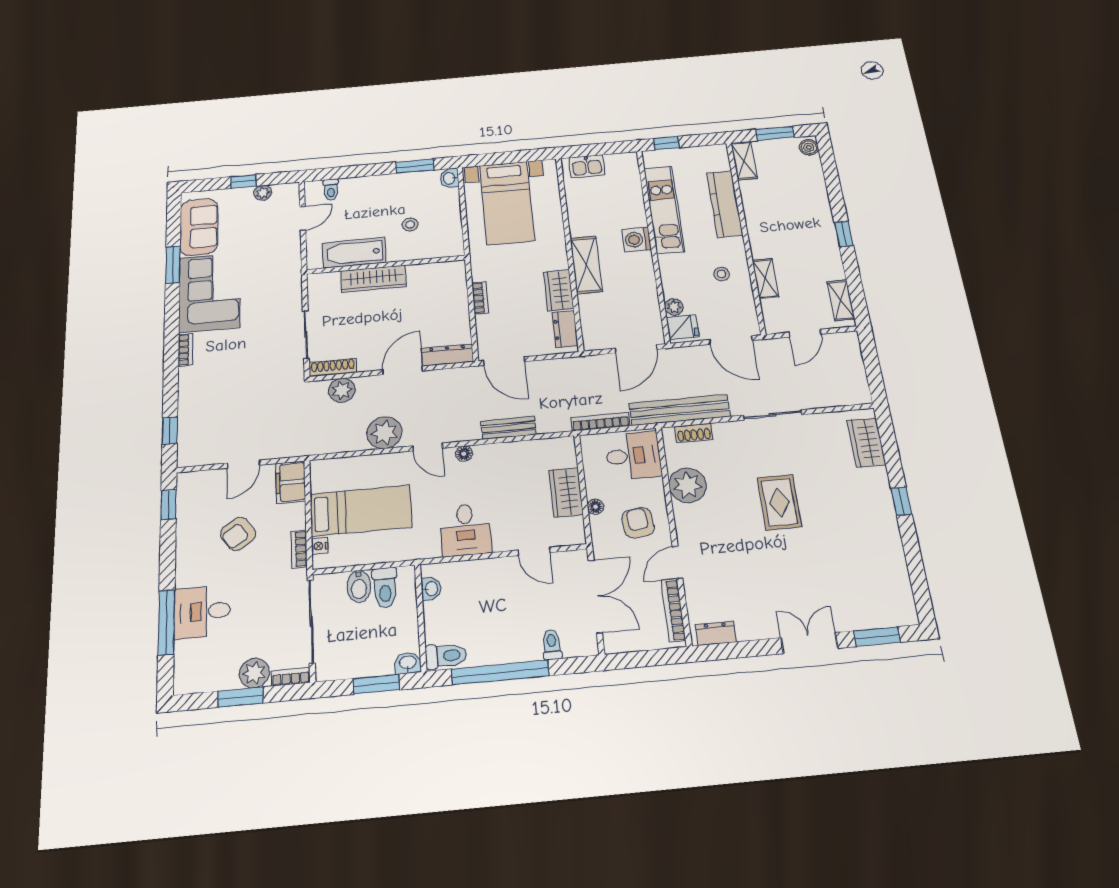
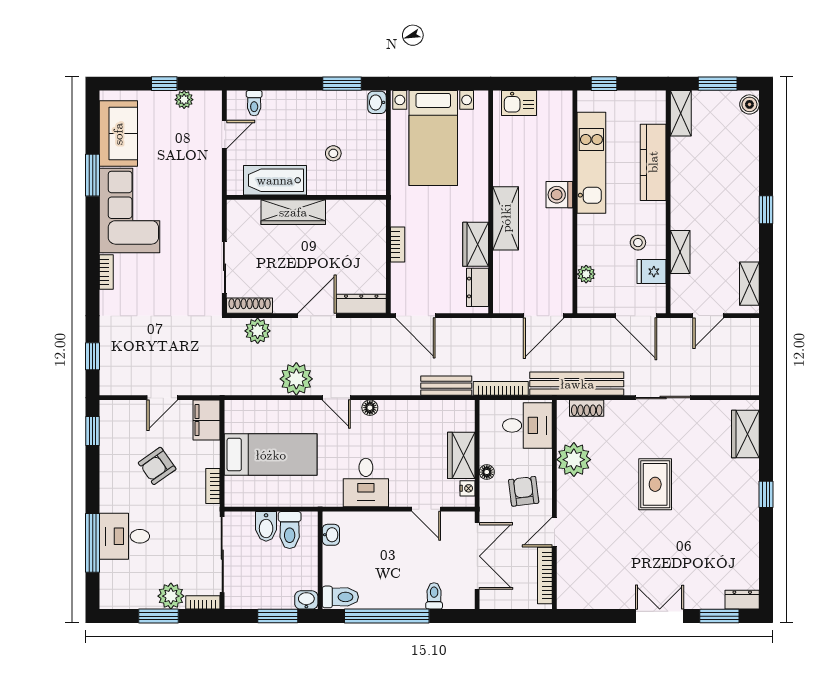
fridge: (683, 327) -> (651, 272), moved, turned 180
bench: (509, 428) -> (446, 386), moved
nightstand: (320, 546) -> (467, 488), moved, turned 180
dresser: (716, 633) -> (742, 600), moved

